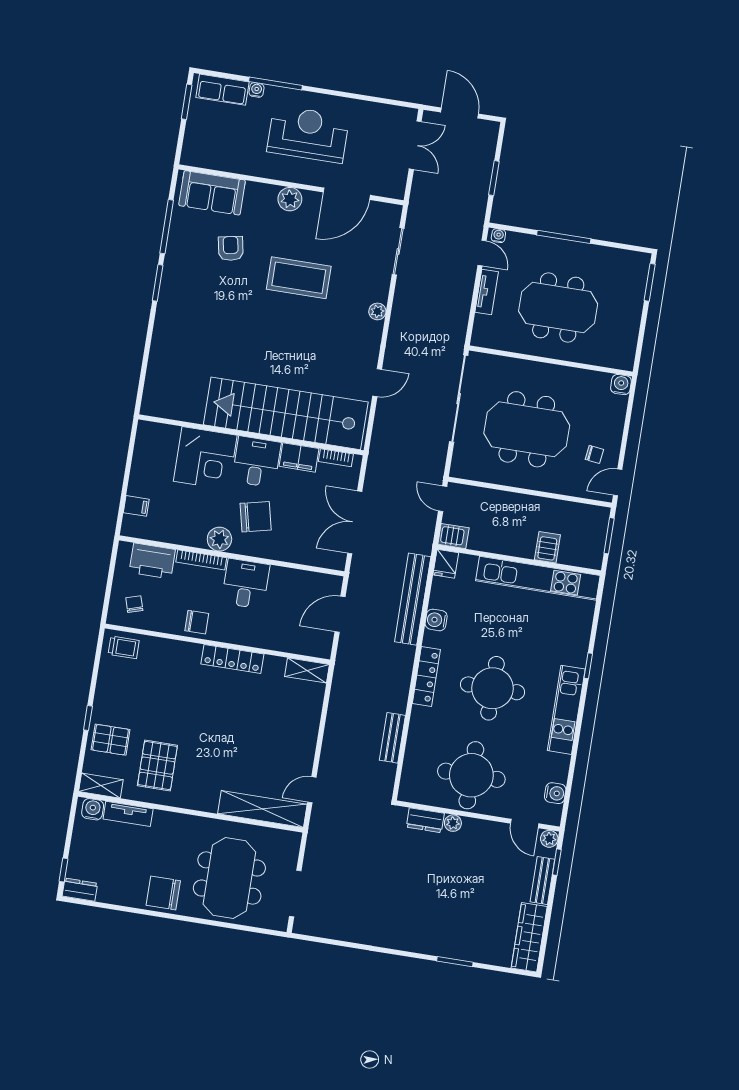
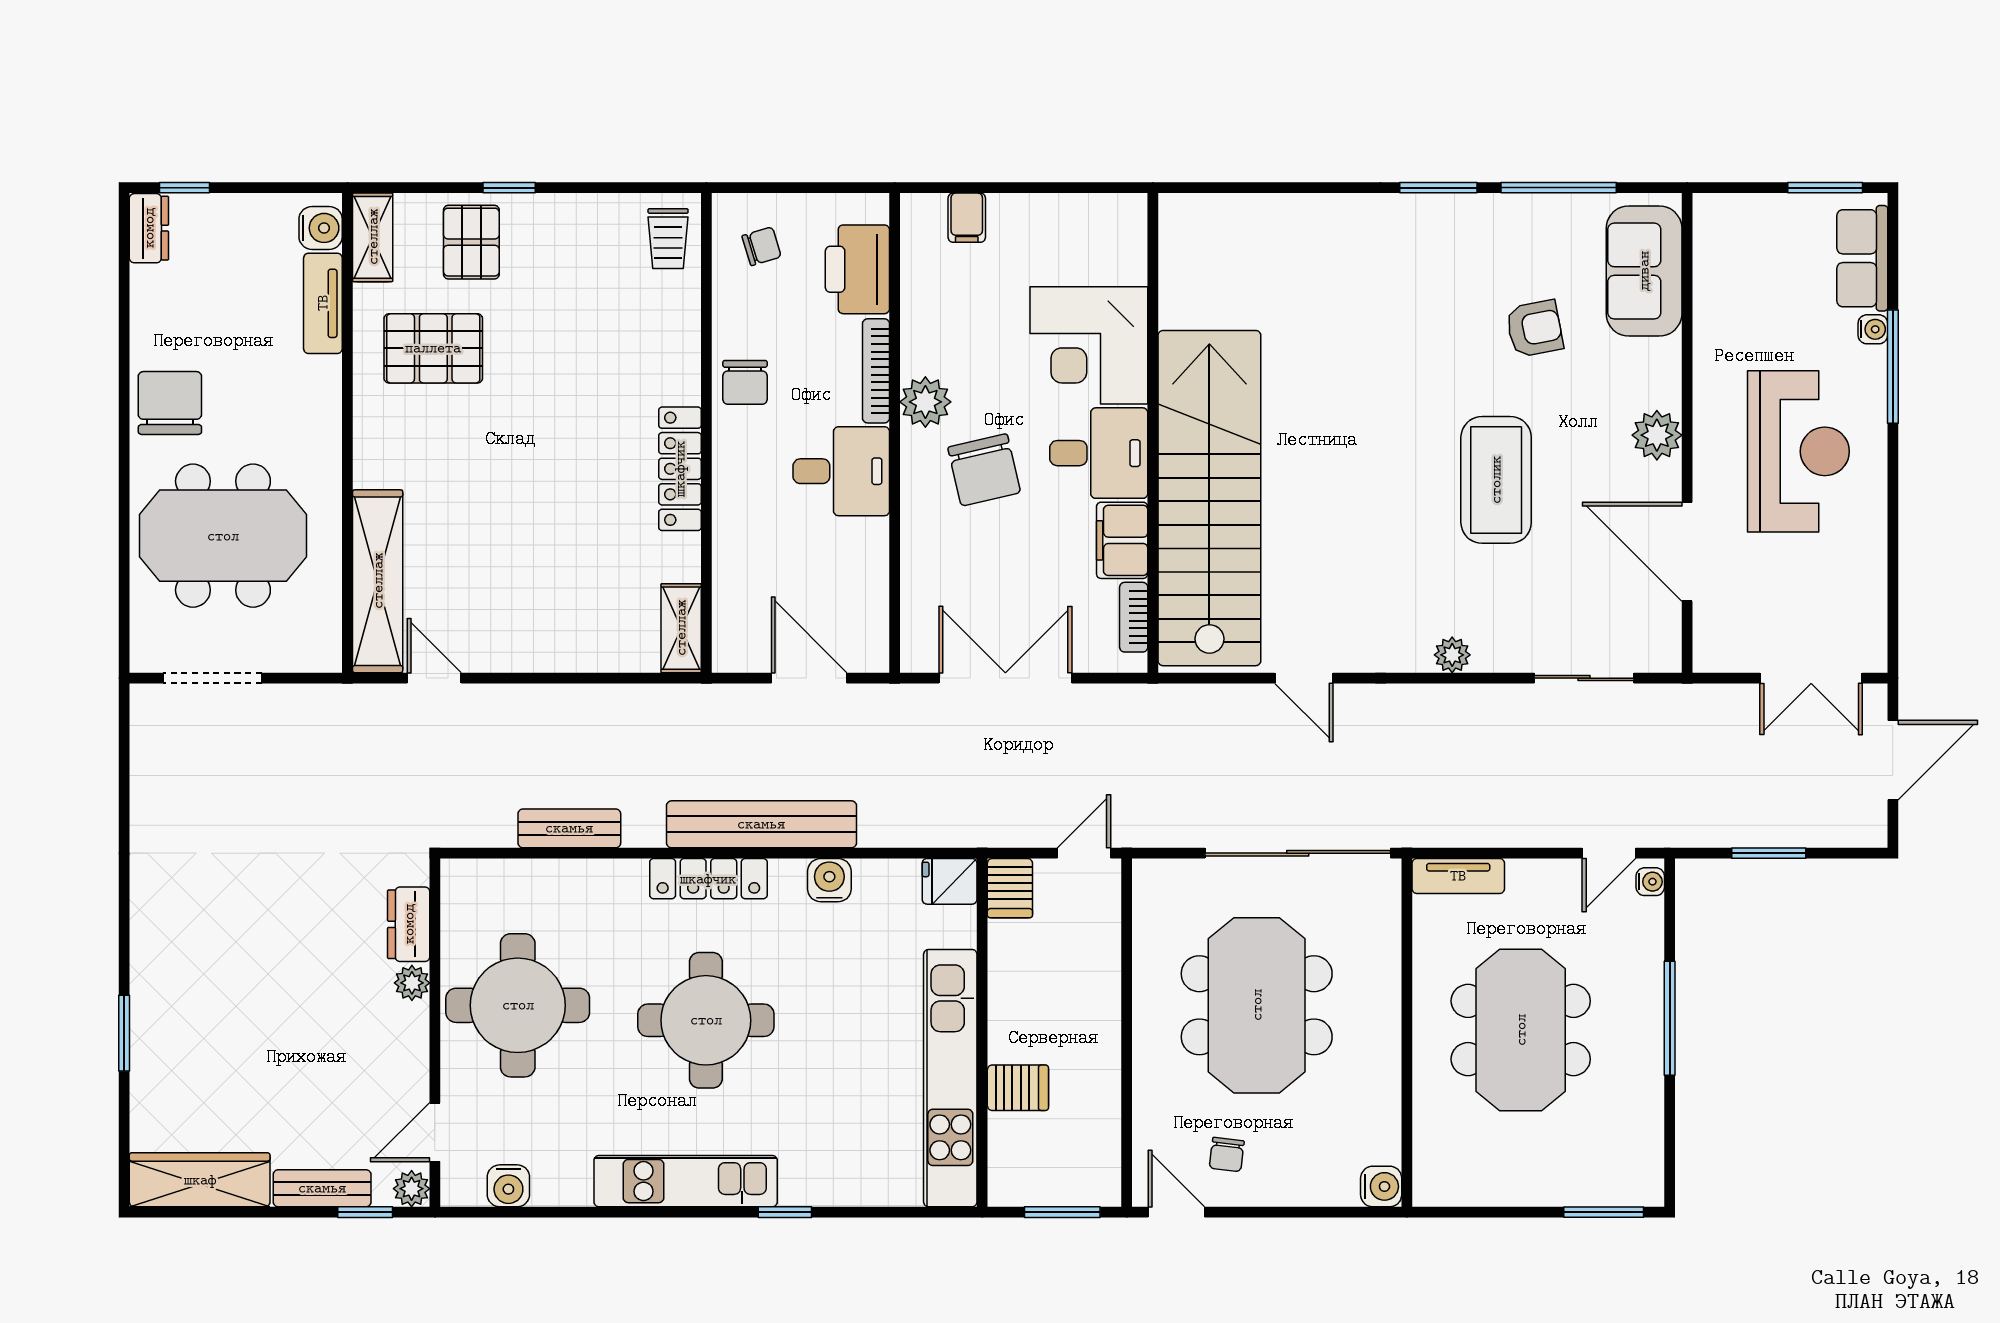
tv unit: (487, 292) -> (1458, 876), moved
bench: (413, 599) -> (761, 824), moved

